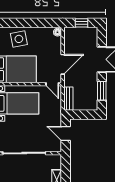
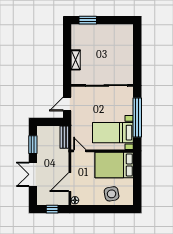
door: (63, 64) -> (70, 182), moved
door: (66, 133) -> (67, 104), swing flipped

